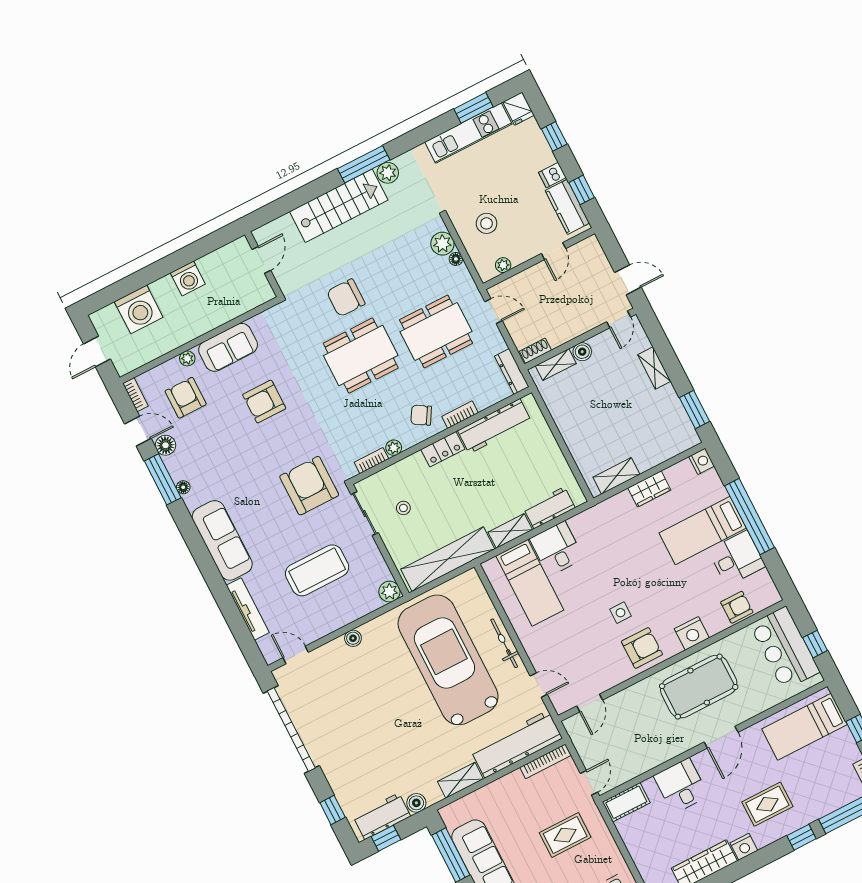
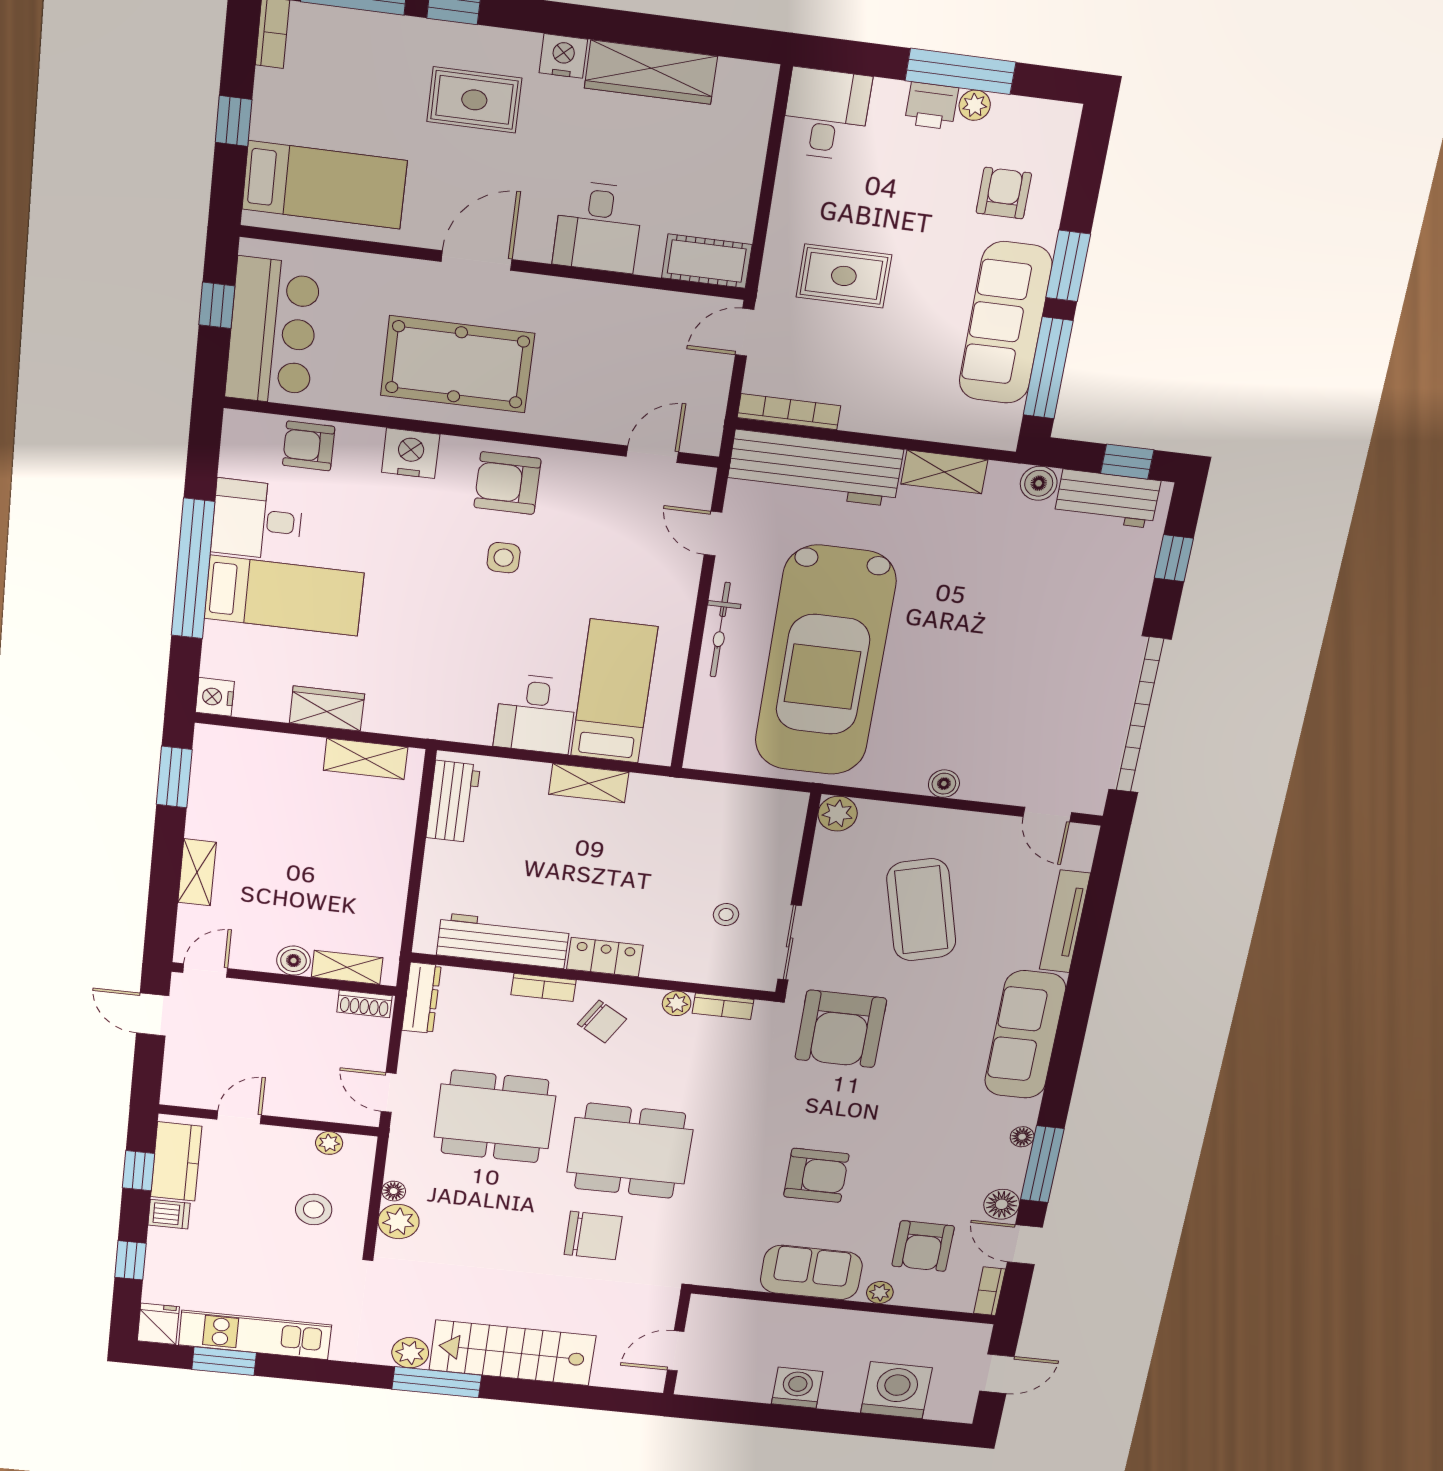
workbench: (549, 508) -> (453, 802), moved, turned -90
shelving: (448, 559) -> (715, 803), removed
coffee table: (317, 570) -> (921, 910), turned 75

